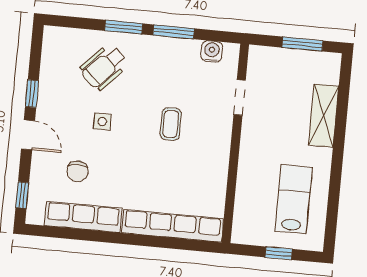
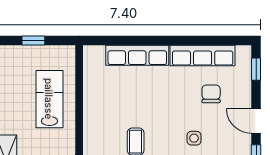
lab bench: (294, 199) -> (49, 99), moved, turned 180
row of seats: (173, 226) -> (137, 55), width x0.73

